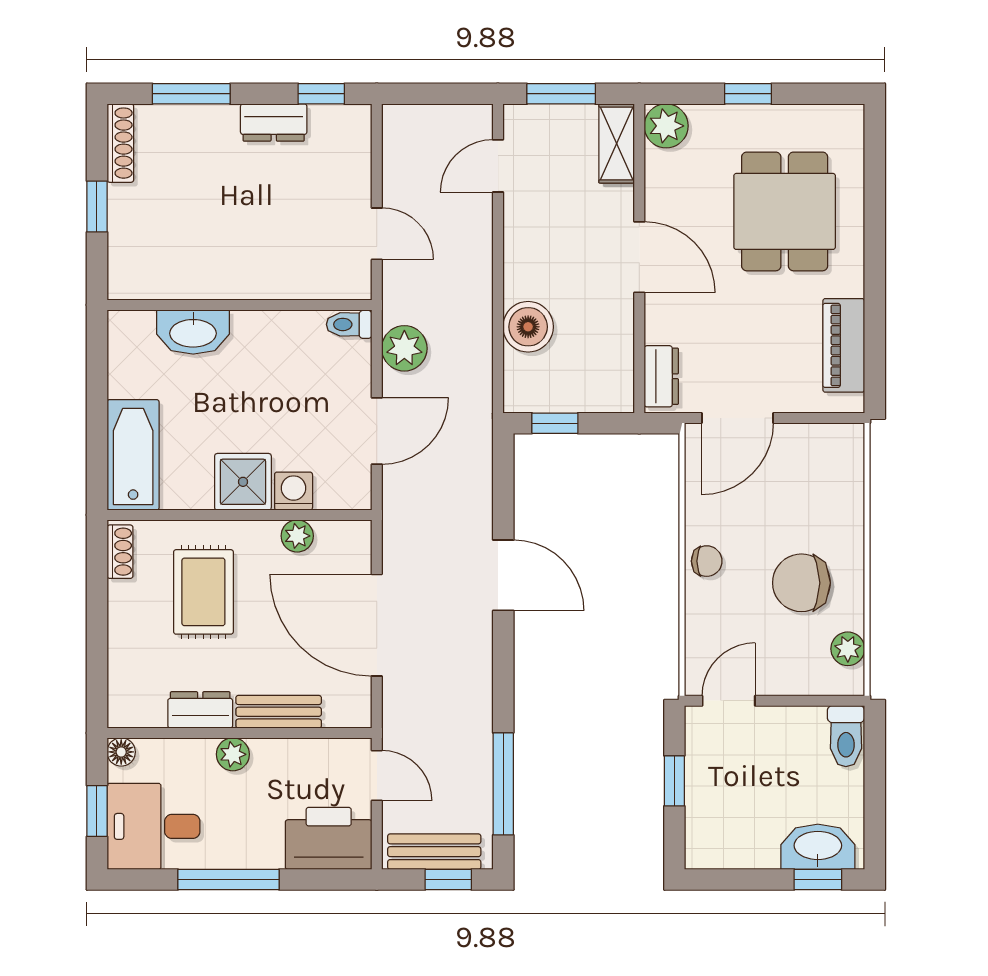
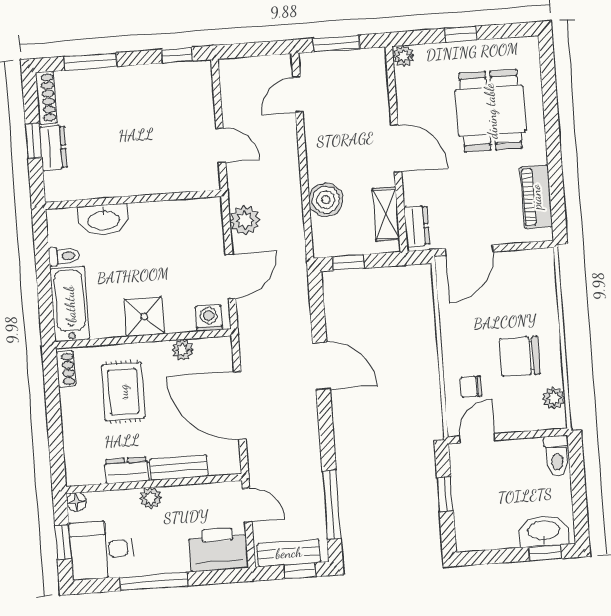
dresser: (274, 123) -> (53, 148), moved, turned -90
plant: (666, 126) -> (403, 56), width x0.73, depth x0.73
shelving: (617, 143) -> (386, 214), moved
toilet: (349, 324) -> (64, 256), moved, turned 180
washing machine: (294, 491) -> (209, 318), moved
chair: (707, 561) -> (471, 387), moved, turned 180

